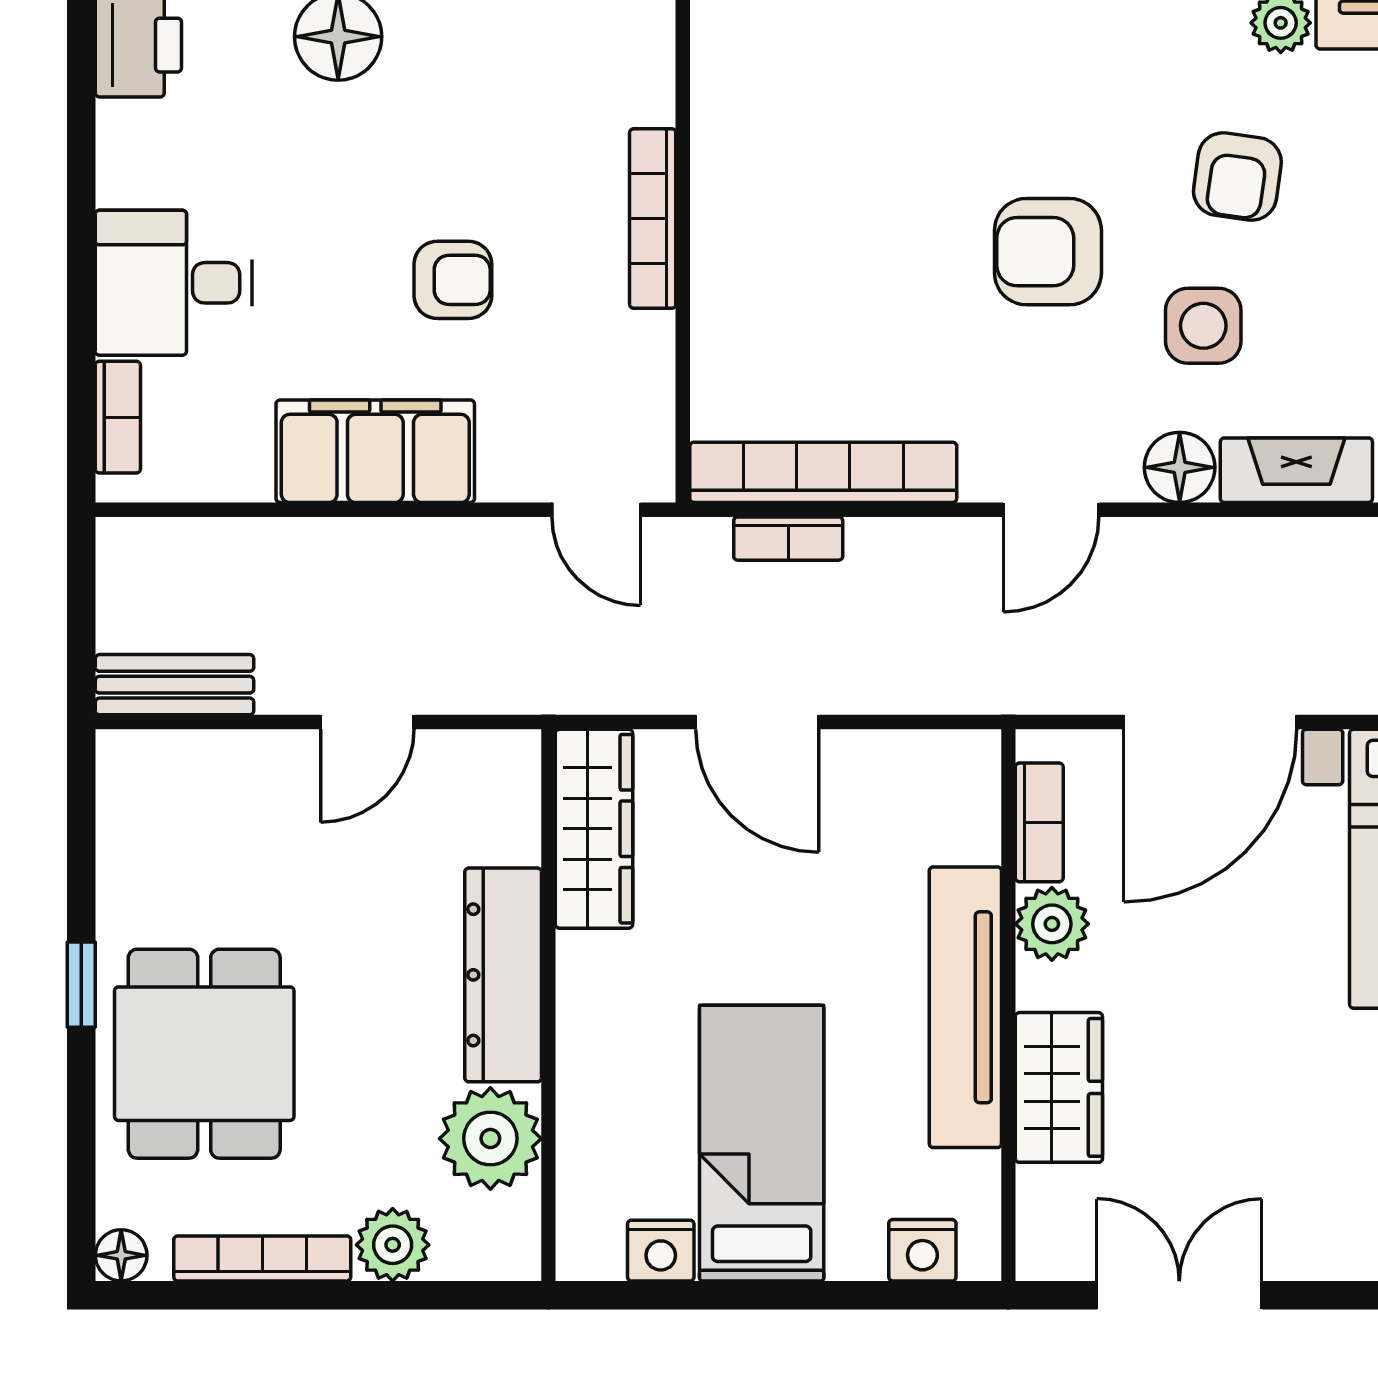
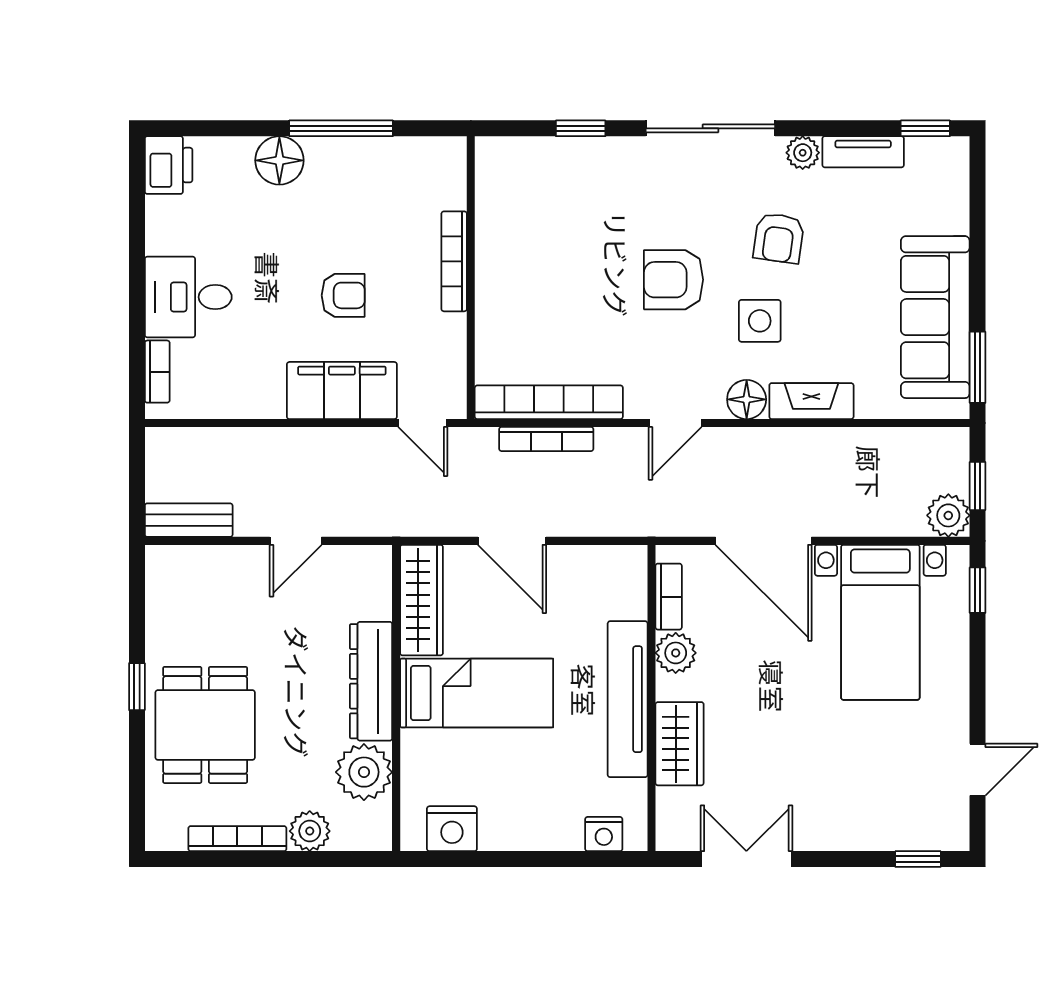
filing cabinet: (375, 451) -> (342, 391), moved
bookcase: (788, 539) -> (546, 439), width x1.56
door: (1210, 722) -> (764, 541), hinge flipped
bed: (762, 1143) -> (477, 693), moved, turned 90
nightstand: (661, 1251) -> (452, 829), width x1.36, depth x1.33
floor lamp: (121, 1255) -> (159, 837), removed

